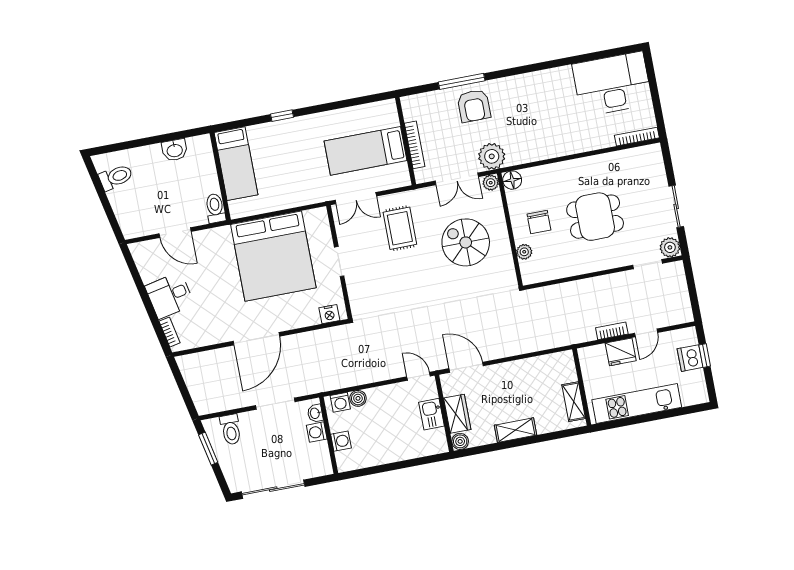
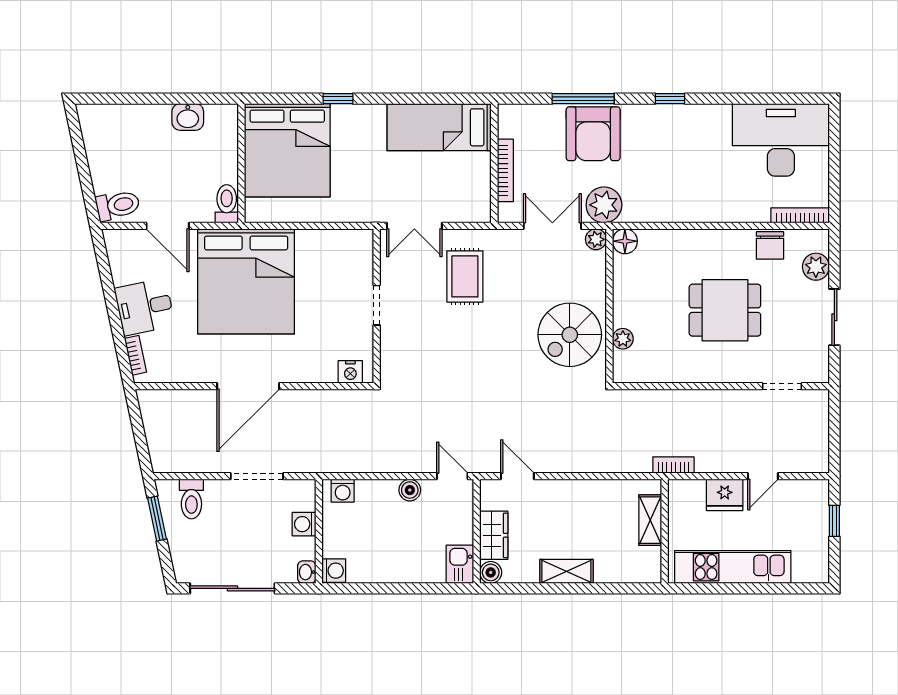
window: (525, 69) -> (670, 99), added
armchair: (474, 106) -> (593, 134), width x1.36, depth x1.36
bed: (366, 151) -> (439, 127), moved
bed: (236, 164) -> (287, 150), width x2.04
toilet: (116, 177) -> (118, 205), moved
double door: (457, 179) -> (552, 226), swing flipped
chair: (539, 222) -> (770, 245), moved
spiral stairs: (466, 242) -> (570, 335), moved, turned -90
plant: (670, 247) -> (816, 267), moved
bed: (273, 256) -> (246, 281), moved
bookcase: (612, 331) -> (673, 465), moved
dishwasher: (690, 358) -> (815, 520), removed
door: (466, 367) -> (517, 476), width x0.73
boiler: (358, 398) -> (410, 490), moved
shelving: (574, 402) -> (650, 520), moved
washbasin: (315, 413) -> (307, 572), moved
kitchen sink: (432, 414) -> (460, 564), moved
washing machine: (341, 441) -> (334, 571), moved

